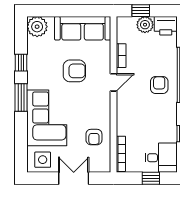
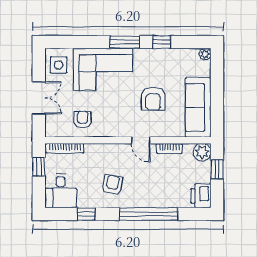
plant: (145, 25) -> (202, 152), moved
plant: (37, 27) -> (205, 54), width x0.53, depth x0.53
armchair: (159, 85) -> (113, 185), moved, turned -80
armchair: (94, 137) -> (83, 120), turned 90
window: (151, 178) -> (39, 167), moved

